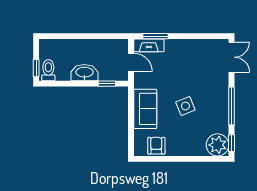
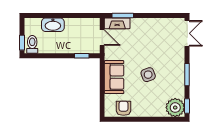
washbasin: (84, 73) -> (53, 25), moved, turned 180
window: (231, 106) -> (187, 75), width x0.69

